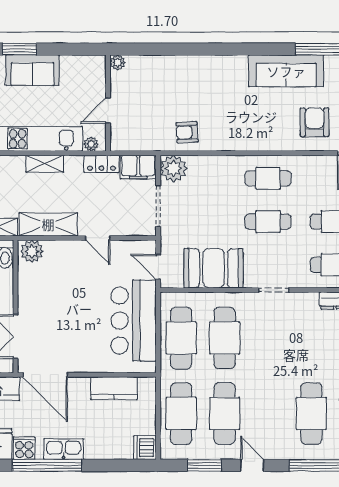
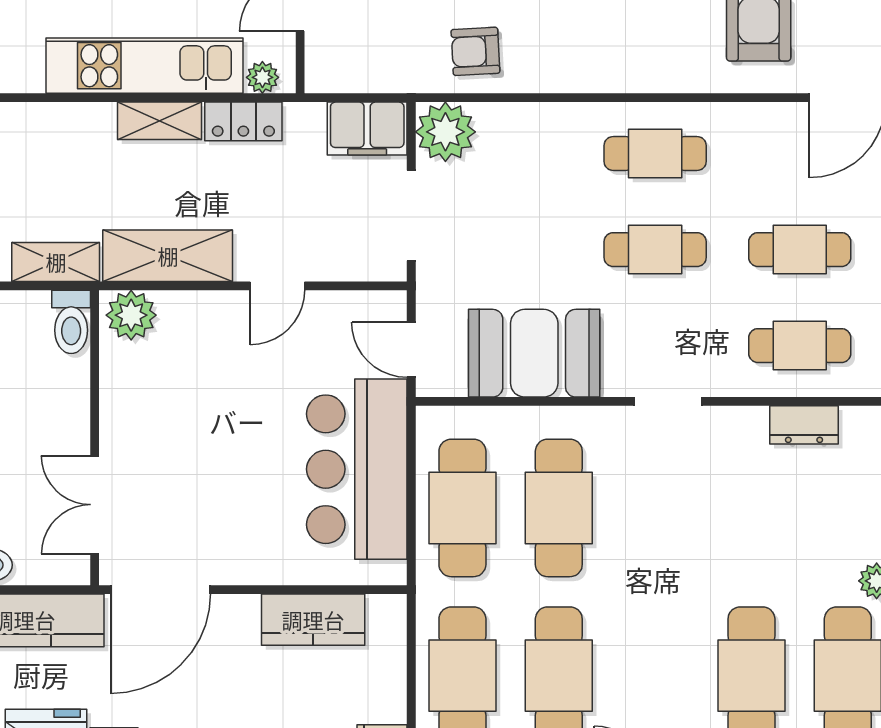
locker: (101, 164) -> (243, 121), moved
door: (98, 238) -> (277, 286), hinge flipped
door: (45, 375) -> (161, 590), hinge flipped

